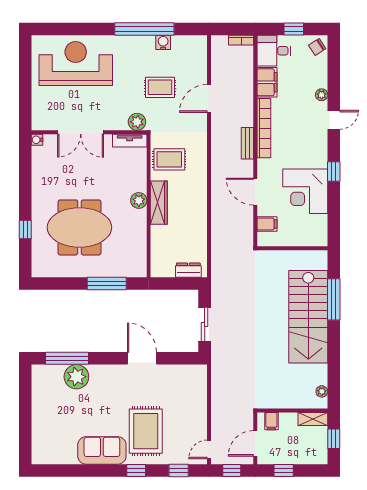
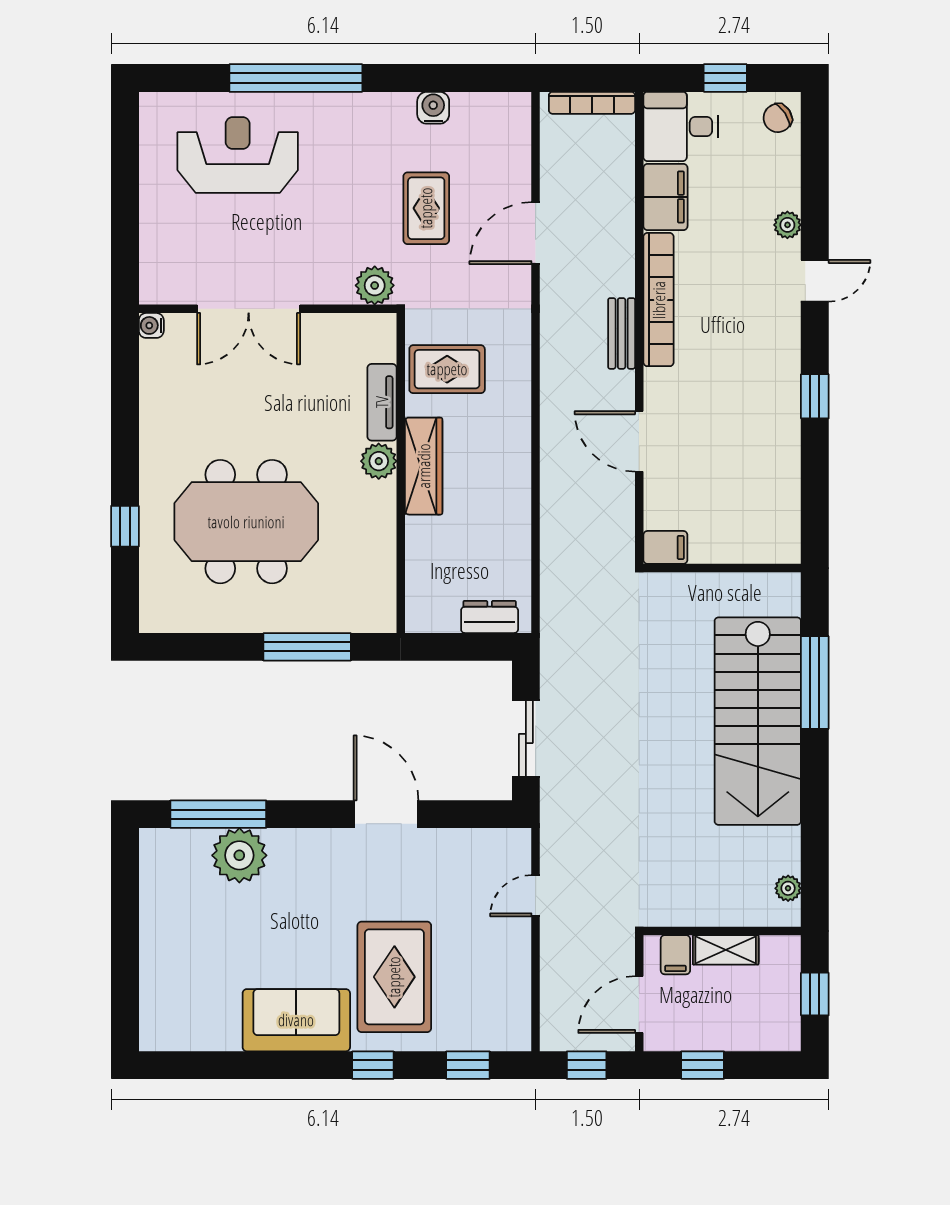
window: (144, 29) -> (296, 78), moved
bookcase: (241, 40) -> (592, 103), width x1.56
reception desk: (76, 63) -> (238, 155), width x0.74, depth x0.77
rug: (160, 87) -> (426, 208), turned 90
tv unit: (130, 141) -> (382, 402), moved, turned 90
corner desk: (305, 191) -> (751, 441), removed
filing cabinet: (267, 224) -> (665, 547), moved
shelving: (313, 419) -> (726, 950), moved
door: (209, 449) -> (536, 896), moved

